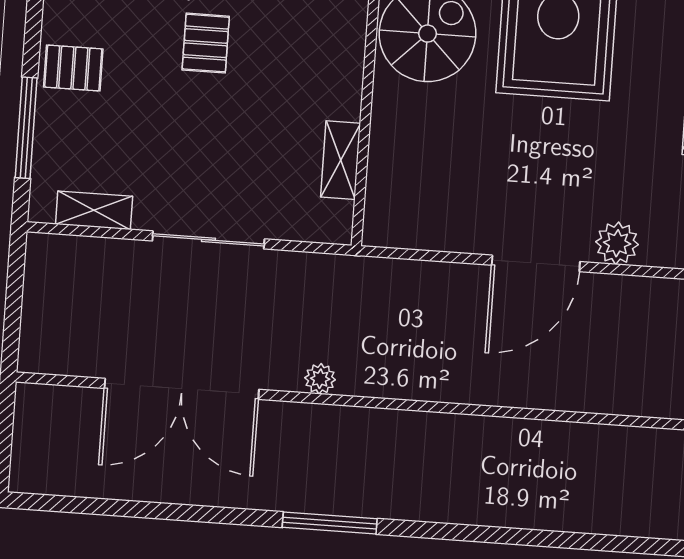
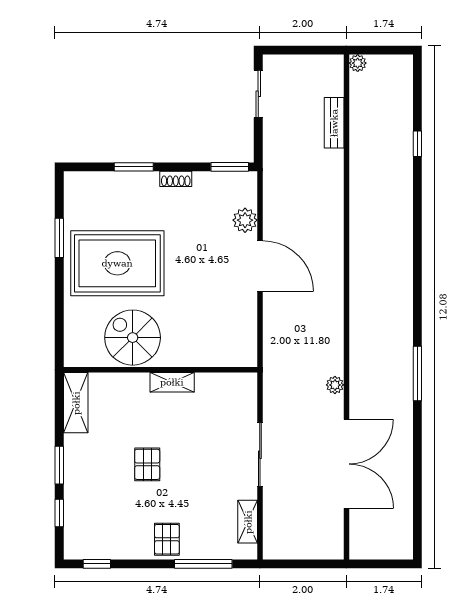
pallet: (206, 43) -> (147, 464), turned 90
shelving: (341, 160) -> (172, 382), moved

